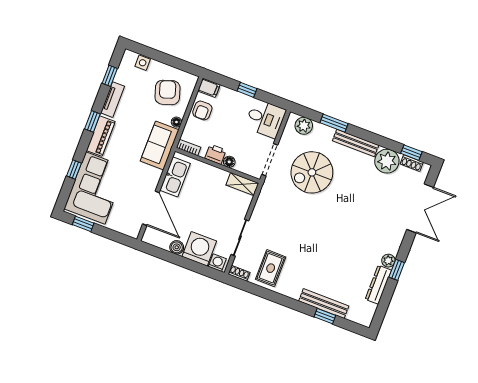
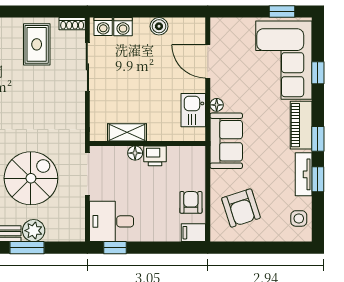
side table: (143, 63) -> (299, 218), moved
window: (110, 76) -> (318, 179), moved
window: (247, 90) -> (115, 248), moved
floor lamp: (176, 122) -> (217, 105), moved
plant: (304, 126) -> (34, 231), moved
bookcase: (188, 147) -> (191, 152), removed
kitchen sink: (175, 177) -> (193, 110), width x0.73
shelving: (242, 184) -> (127, 132), moved
door: (151, 208) -> (208, 61), width x0.73
washing machine: (199, 249) -> (123, 27), width x0.53, depth x0.53

